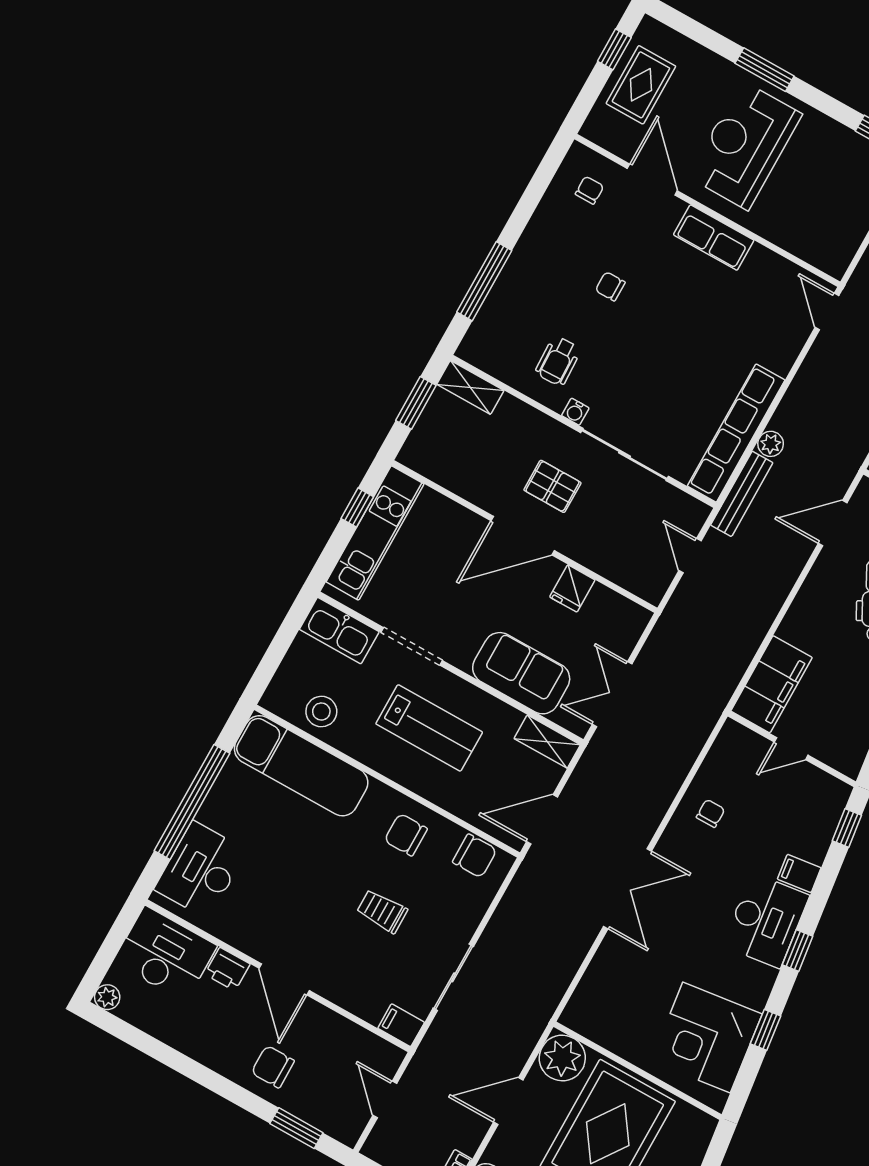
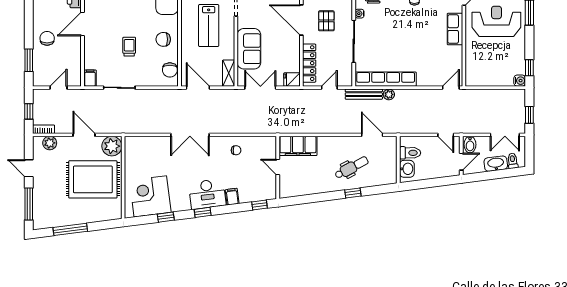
locker: (618, 568) -> (309, 63), added
fridge: (572, 588) -> (292, 80), moved
chair: (406, 835) -> (163, 39), turned -90

